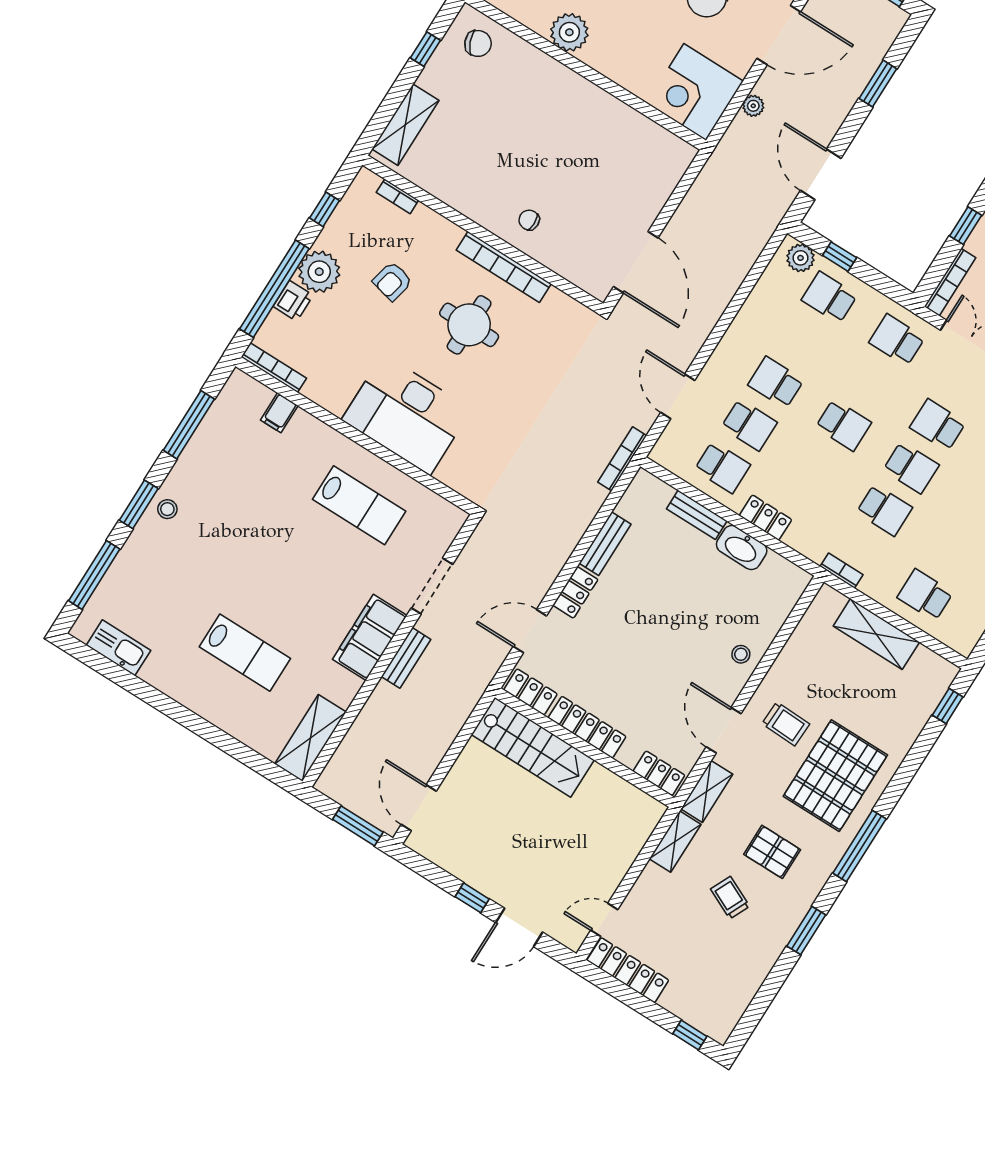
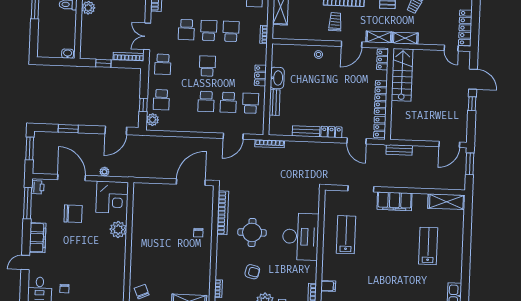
plant: (569, 32) -> (118, 230), moved
bookcase: (504, 267) -> (223, 213), moved
school desk: (749, 425) -> (228, 102), turned 180
bench: (406, 658) -> (399, 150), moved
stairs: (533, 747) -> (402, 75), moved

